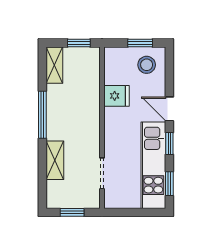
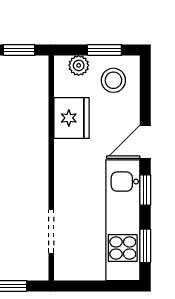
plant: (122, 54) -> (79, 65), added
fridge: (117, 96) -> (72, 118), width x1.38
door: (169, 109) -> (145, 142), hinge flipped

